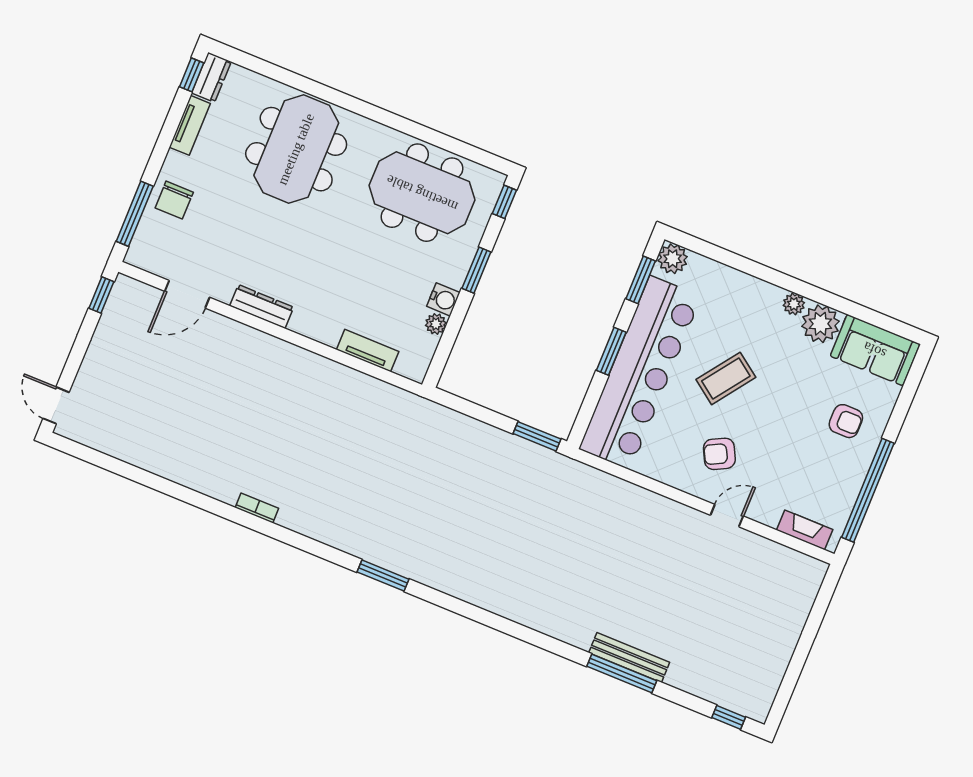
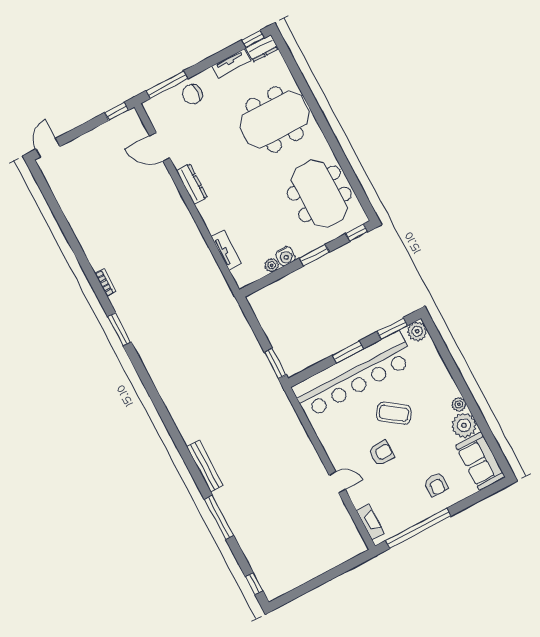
armchair: (719, 454) -> (381, 453), moved, turned 117
window: (383, 576) -> (119, 329), moved
bench: (629, 658) -> (205, 466), moved

